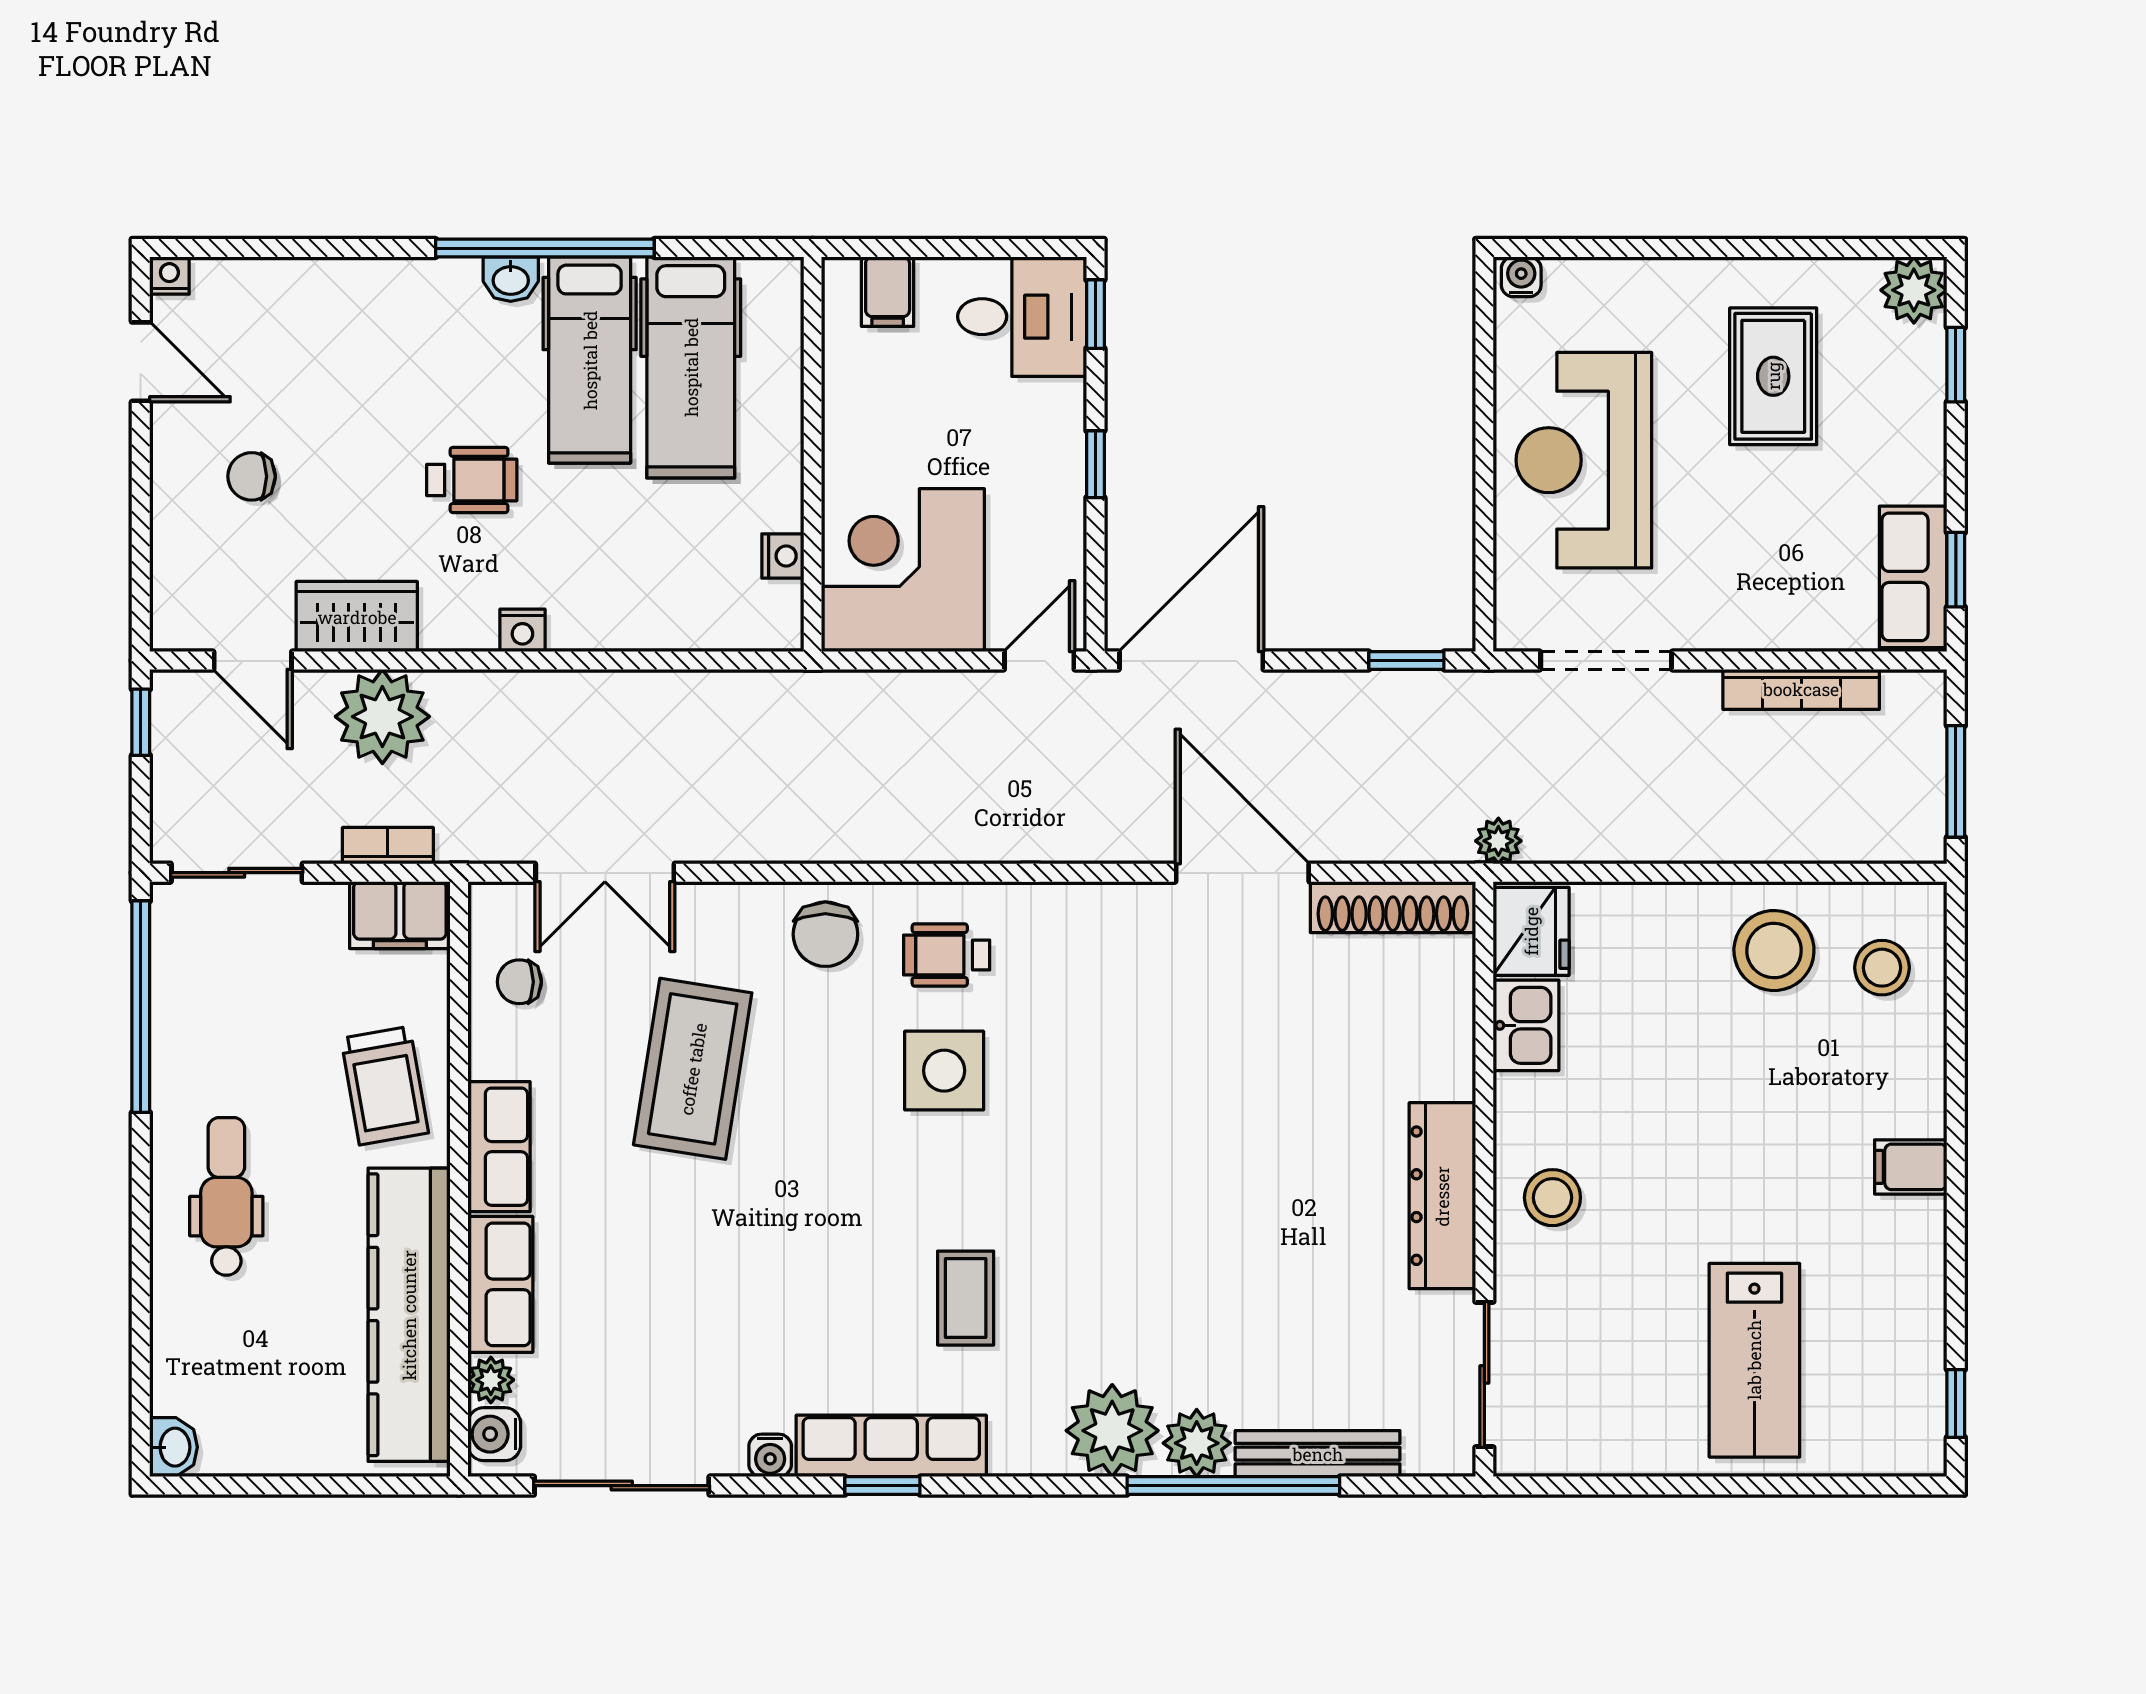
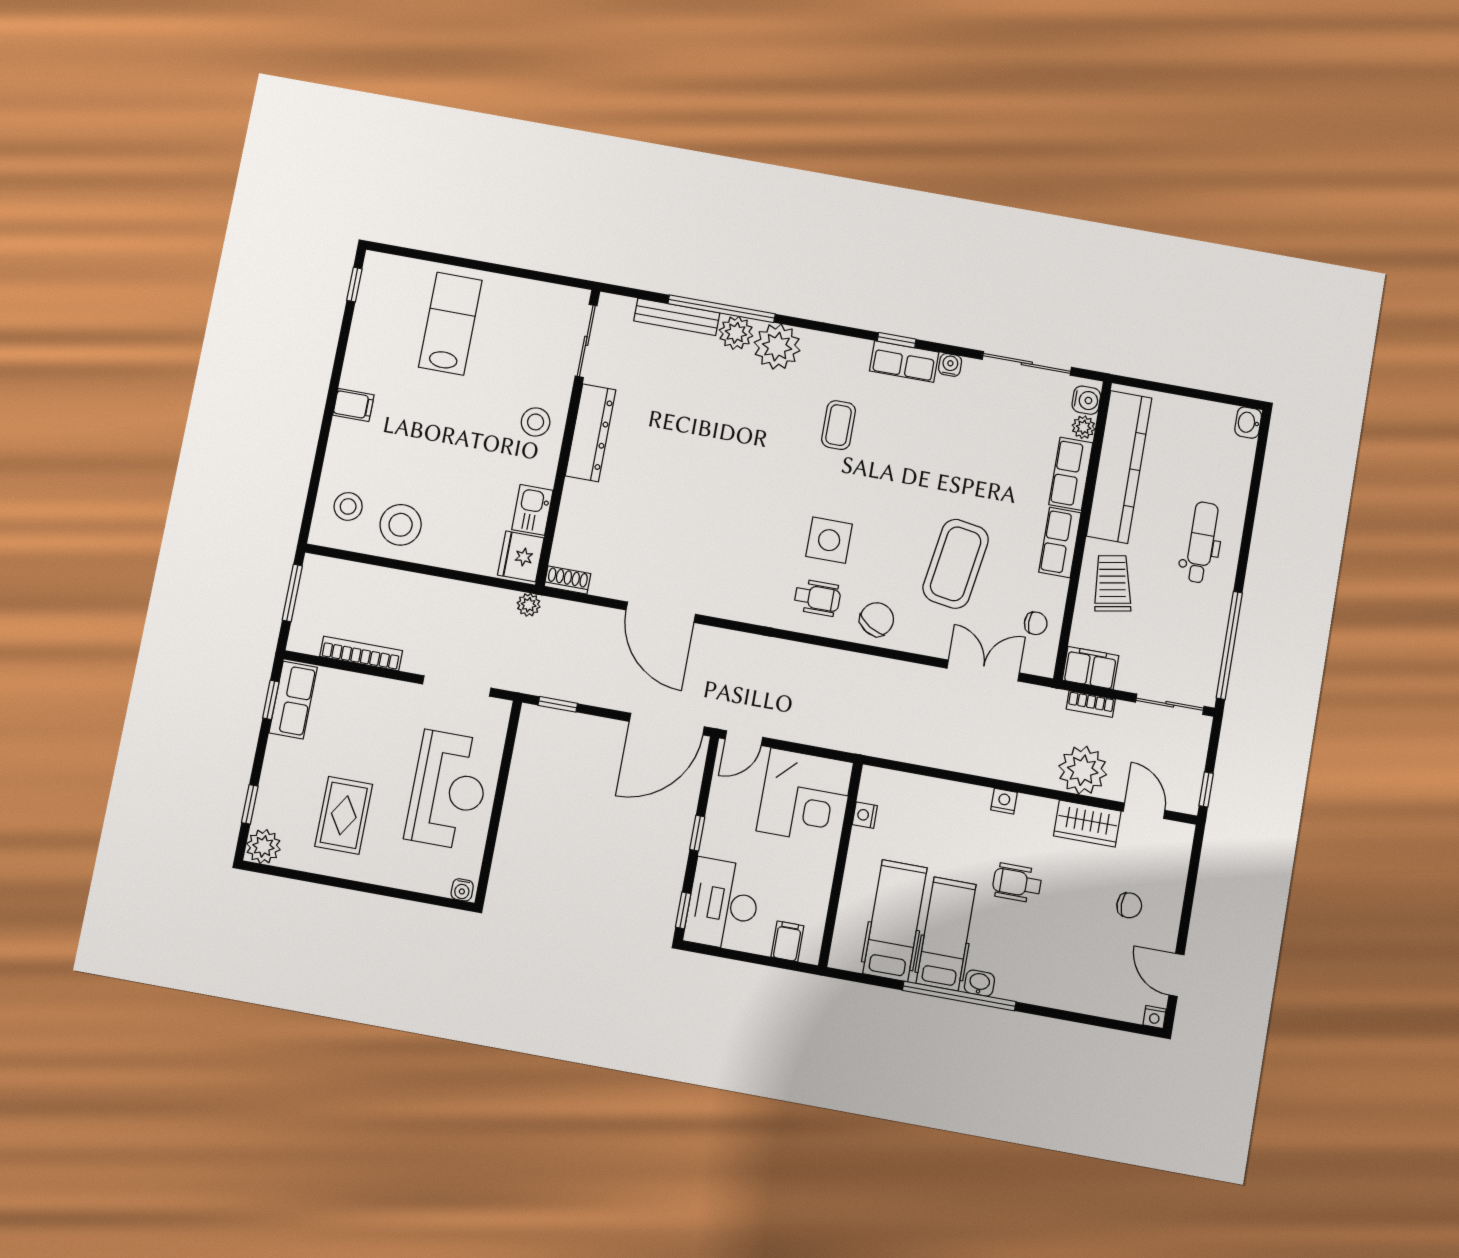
desk: (1022, 317) -> (723, 904), width x1.37
shoe rack: (1393, 907) -> (567, 580), width x0.51, depth x0.81
chair: (825, 934) -> (877, 619), turned 32
dental chair: (226, 1196) -> (1201, 542), turned 180
row of seats: (891, 1446) -> (904, 362), width x0.68

